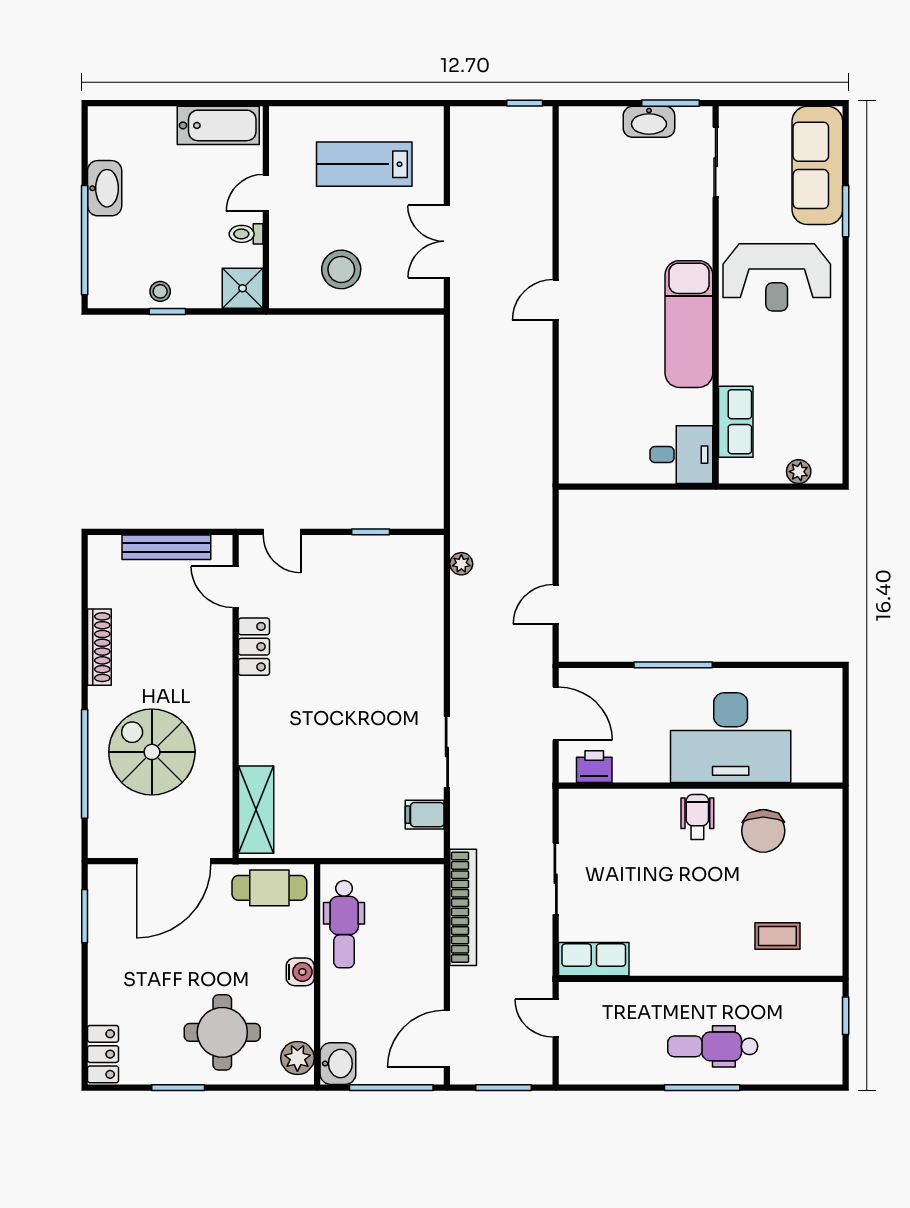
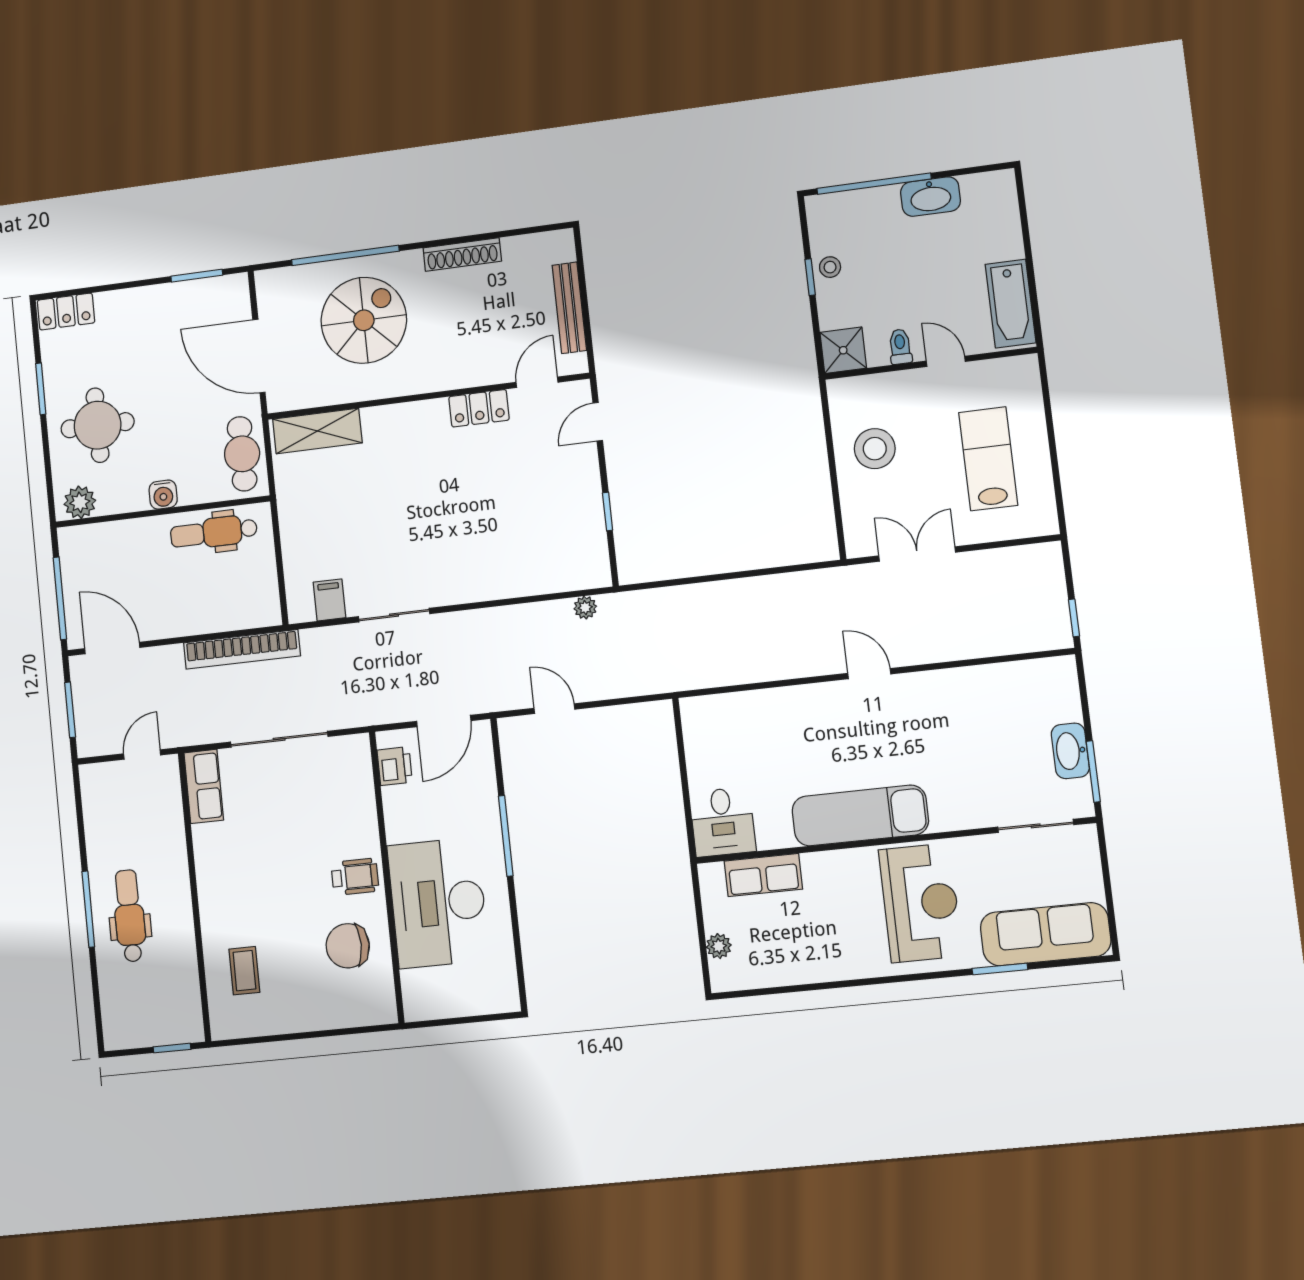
reception desk: (777, 277) -> (921, 903), turned 180
sliding door: (556, 879) -> (279, 739), width x1.37
washbasin: (338, 1064) -> (78, 543), removed

